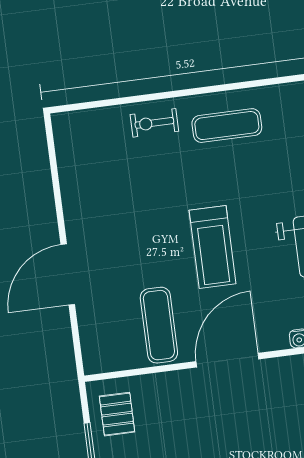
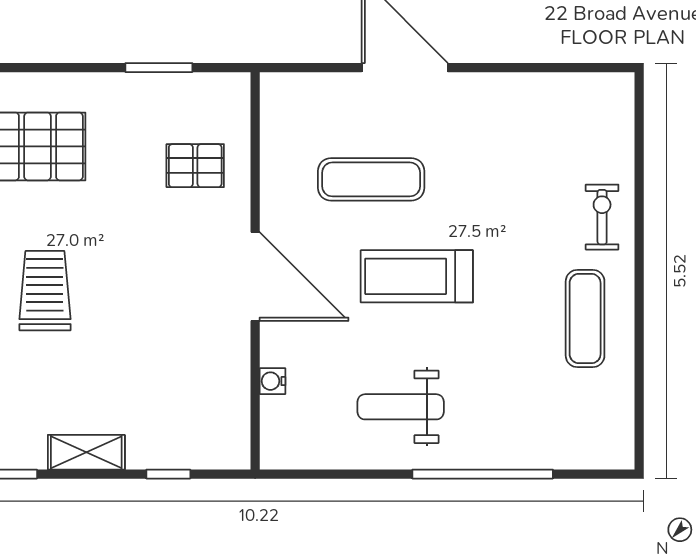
exercise mat: (159, 325) -> (371, 179), moved
pallet: (117, 414) -> (195, 166), moved

